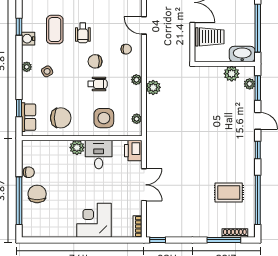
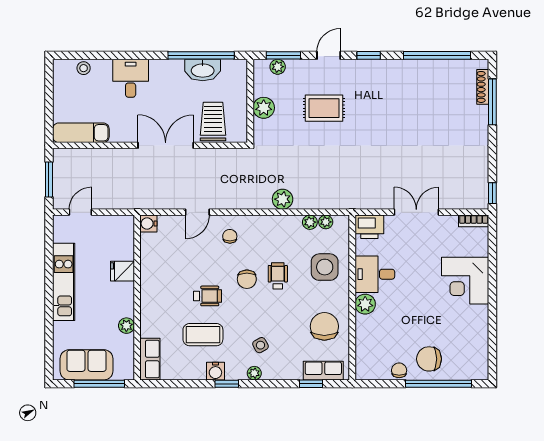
window: (19, 27) -> (227, 384), moved
washbasin: (242, 54) -> (203, 70), moved, turned -90
plant: (232, 74) -> (264, 108), moved
plant: (136, 80) -> (310, 222), moved
rug: (229, 192) -> (324, 108), moved, turned 90

